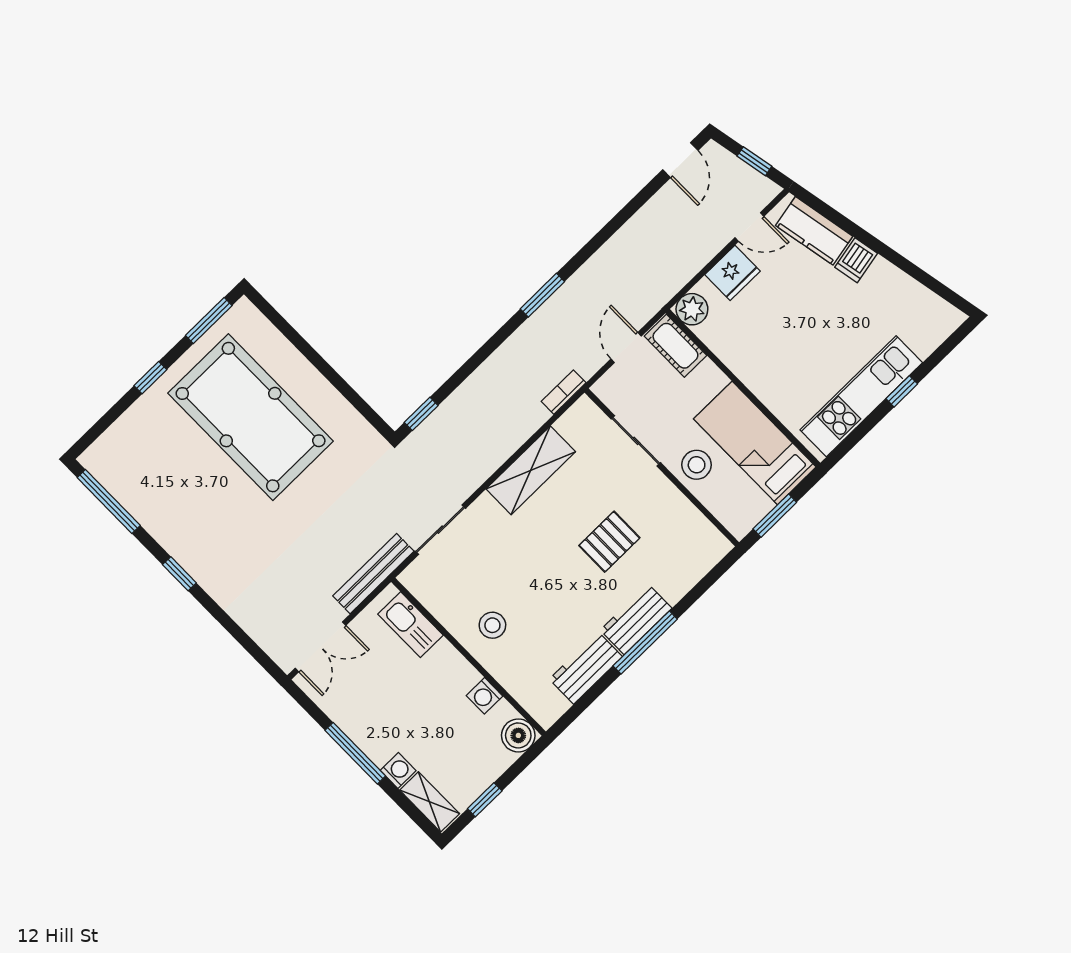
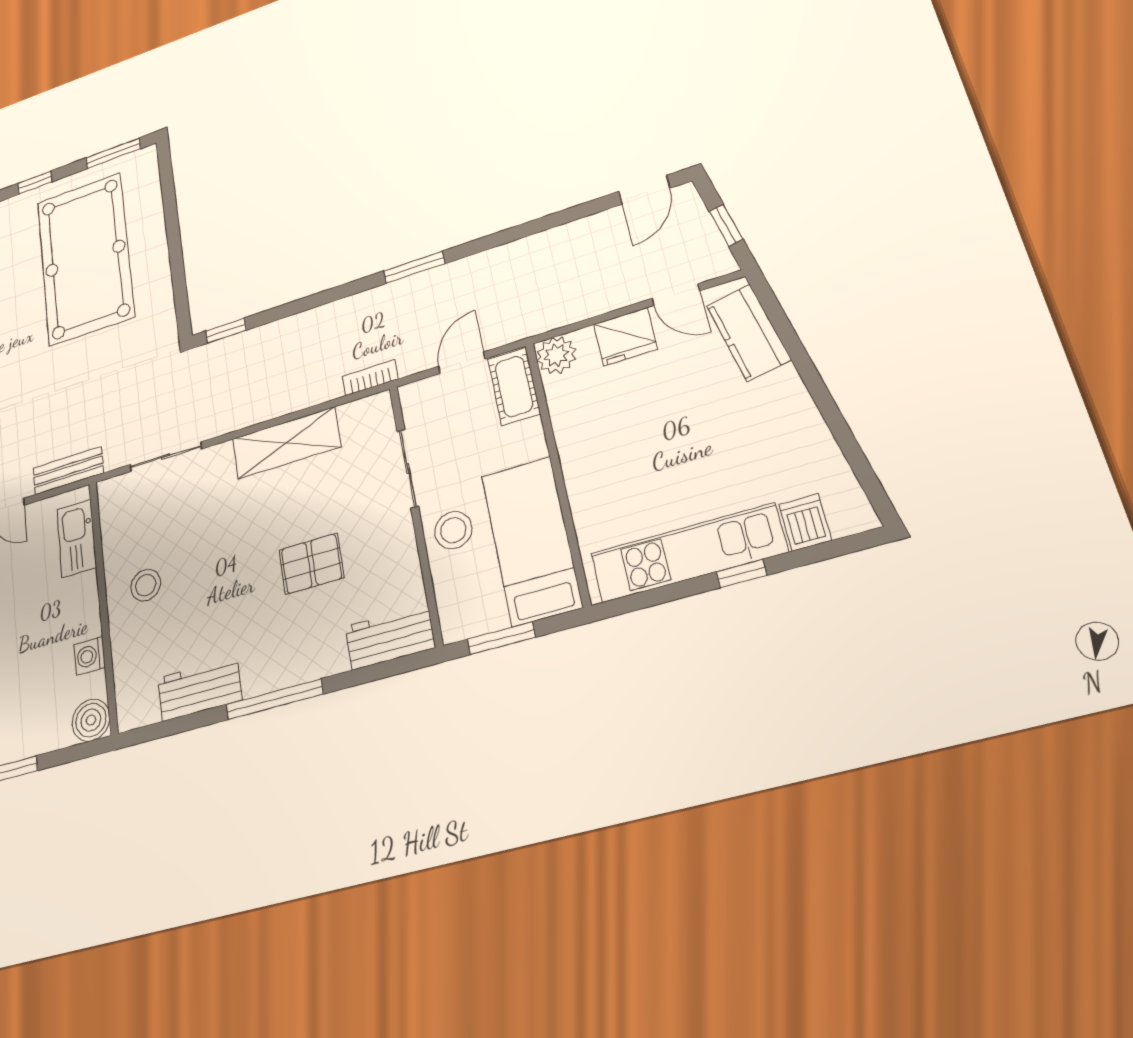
dishwasher: (856, 260) -> (805, 522), moved, turned 101
bench: (373, 574) -> (68, 471), width x0.73
workbench: (636, 619) -> (390, 637), moved

